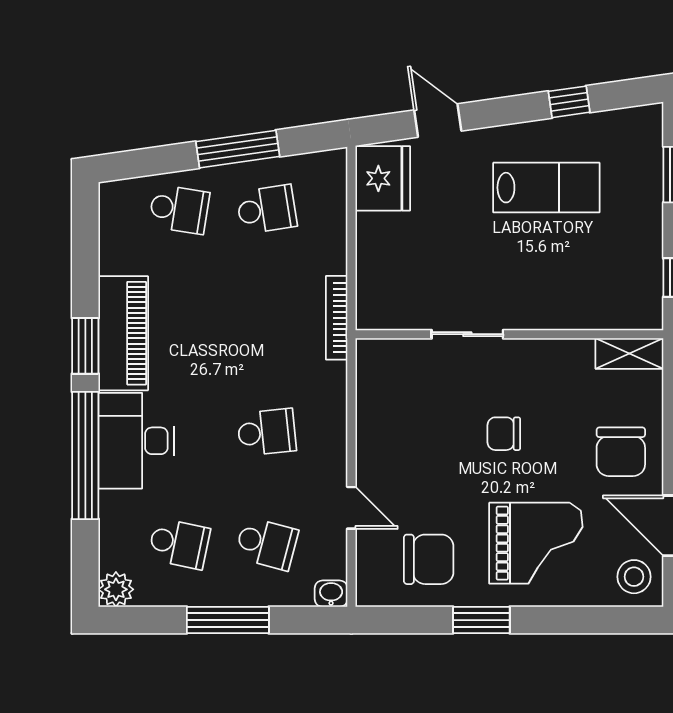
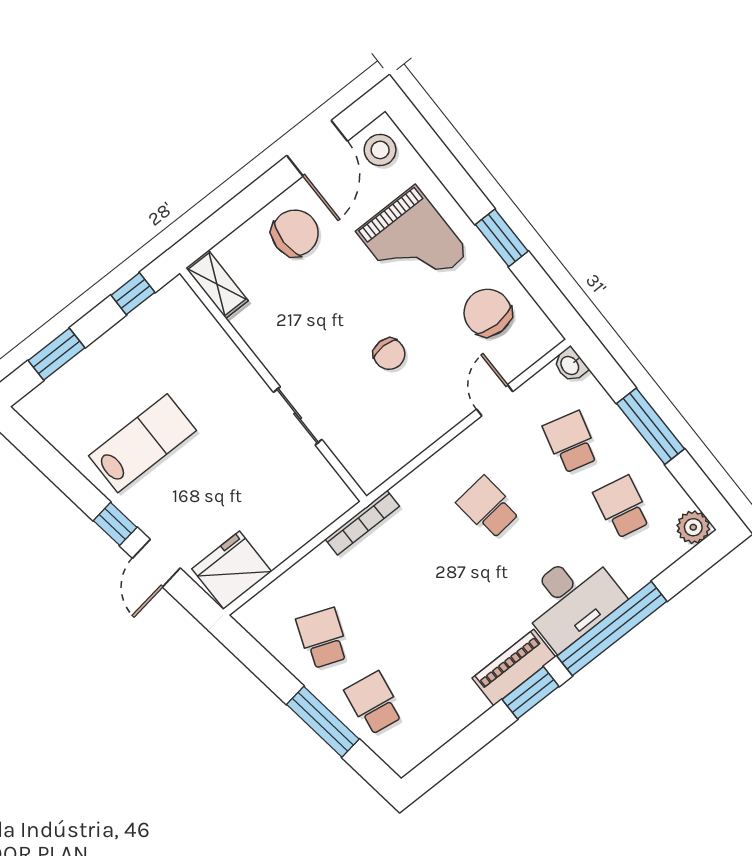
window: (569, 102) -> (115, 524), moved
window: (238, 149) -> (323, 722), moved
lab bench: (546, 188) -> (143, 443), turned 90
school desk: (267, 209) -> (323, 638), turned 30
piano: (123, 333) -> (514, 668), width x0.73, depth x0.75
chair: (504, 434) -> (389, 354), moved
grand piano: (536, 543) -> (413, 242), turned 180

